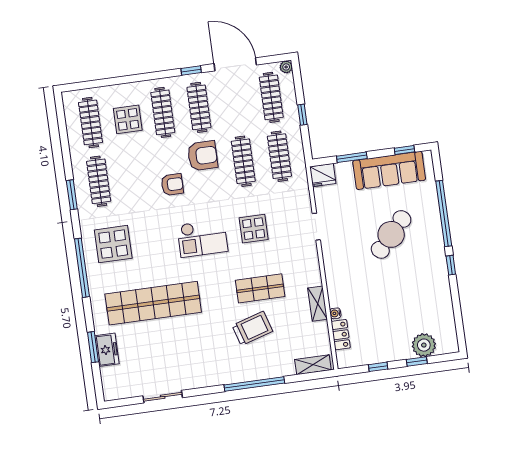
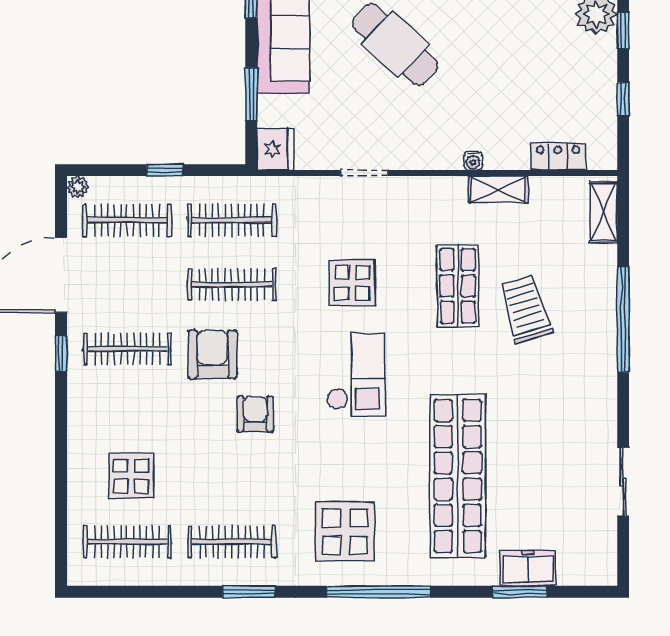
clothes rail: (163, 112) -> (127, 413), removed
water cooler: (335, 313) -> (473, 161), moved

